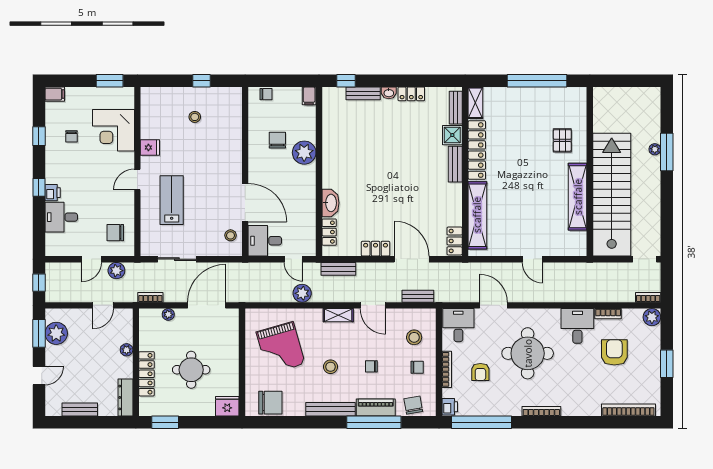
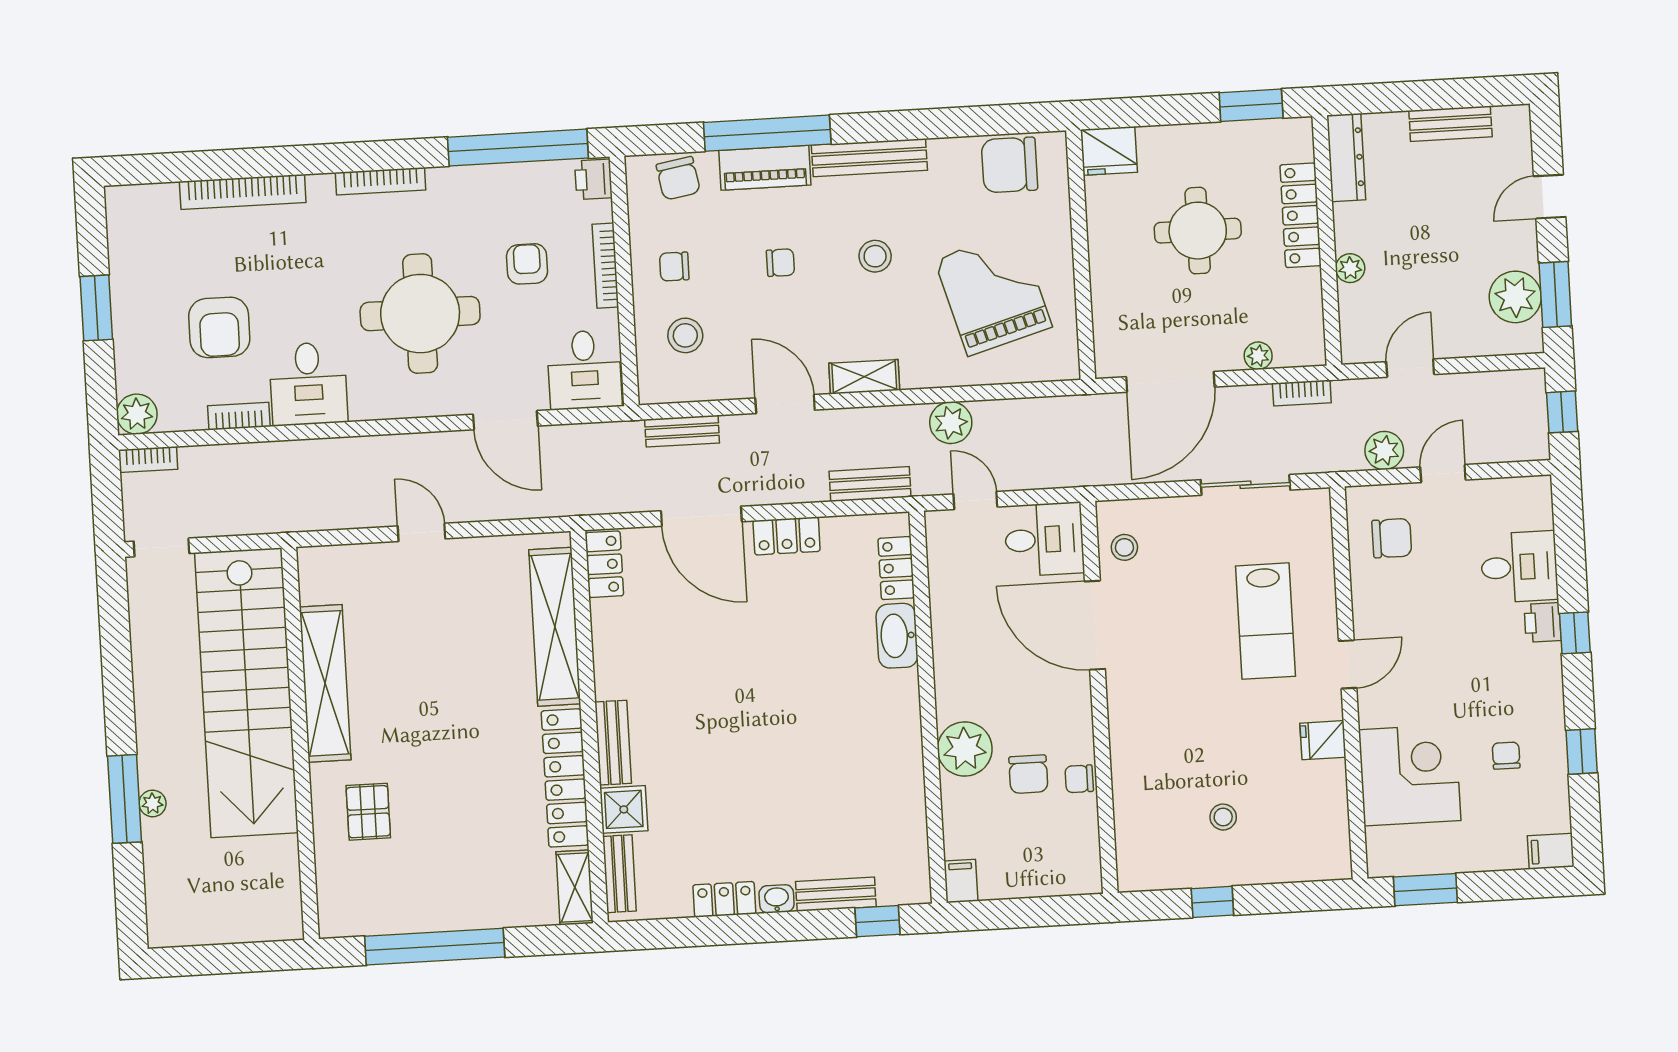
chair: (266, 94) -> (1079, 779), moved
bookcase: (628, 410) -> (243, 192), moved

